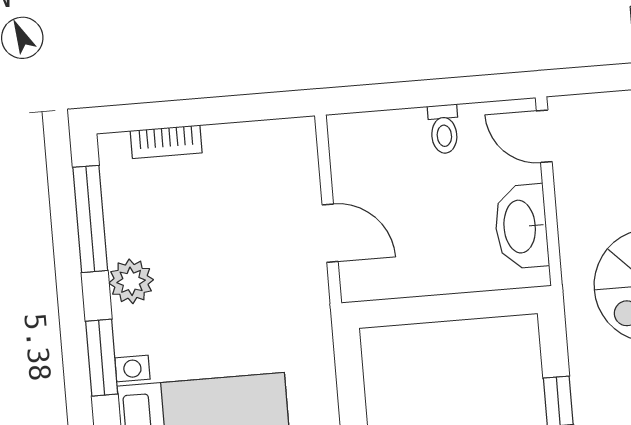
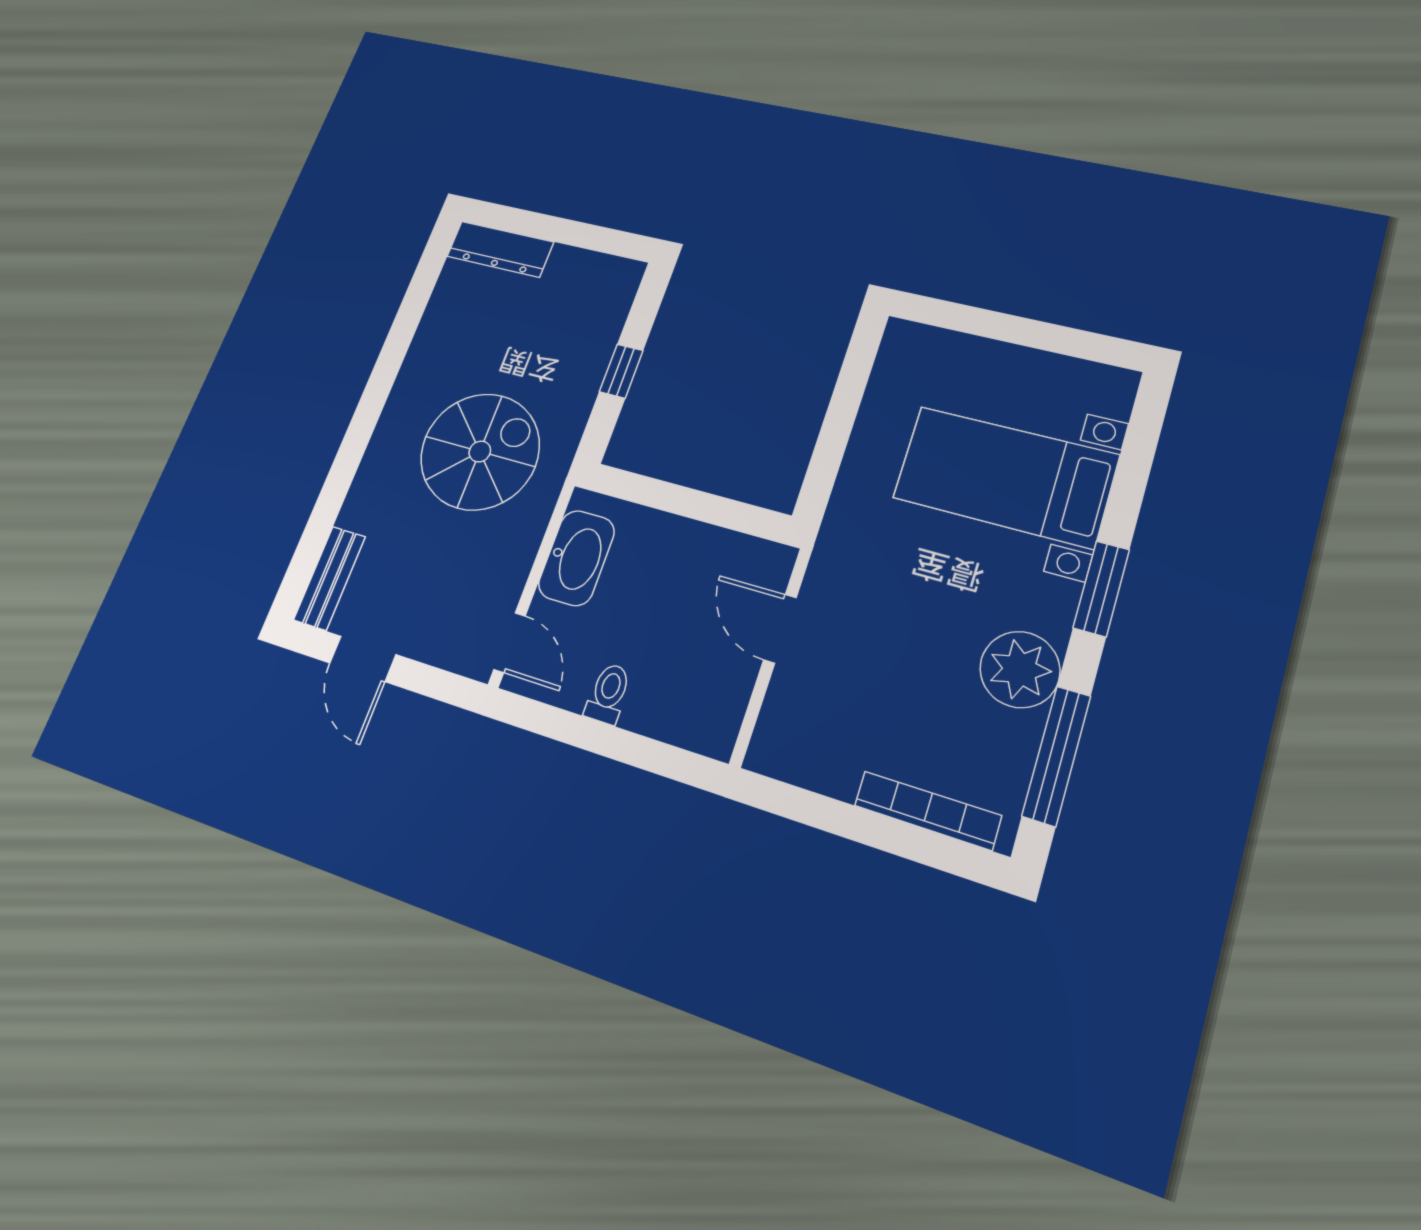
bookcase: (166, 142) -> (927, 811), width x1.56
plant: (131, 281) -> (1020, 669), width x1.36, depth x1.36

